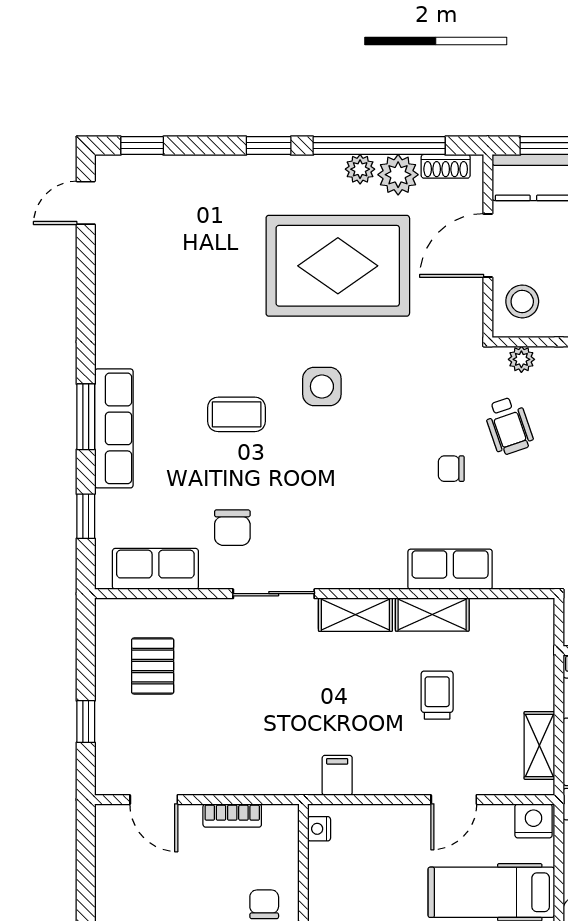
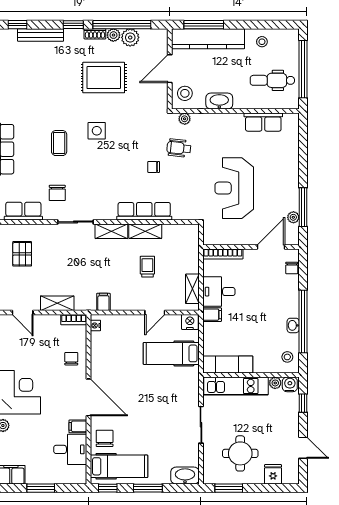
shoe rack: (446, 166) -> (95, 34), moved
bench: (194, 169) -> (41, 35), added
rug: (338, 266) -> (104, 78), width x0.73, depth x0.69
coffee table: (237, 414) -> (59, 143), turned 90
wheelchair: (509, 426) -> (179, 148), turned 115
row of seats: (450, 569) -> (144, 211), width x1.48
shelving: (232, 778) -> (57, 303), added
bookcase: (232, 816) -> (74, 320), moved

